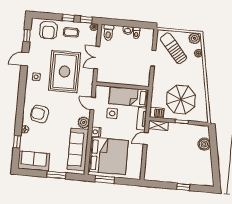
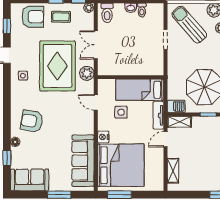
armchair: (48, 30) -> (33, 17), turned -90
plant: (84, 123) -> (87, 73), moved
shelving: (149, 164) -> (173, 171), added

